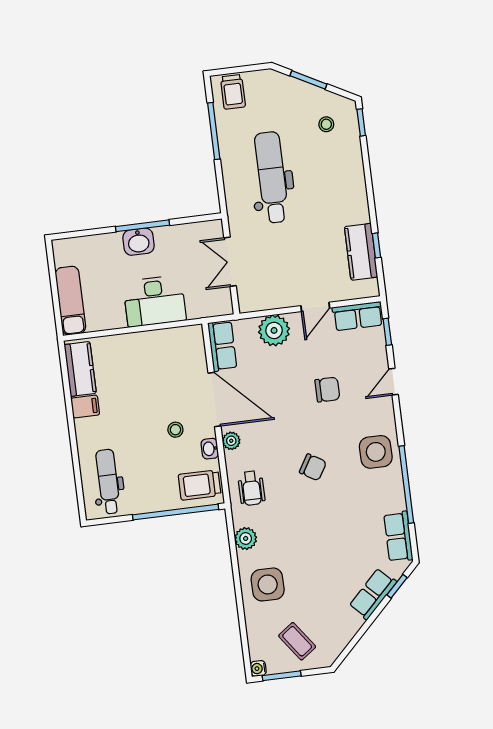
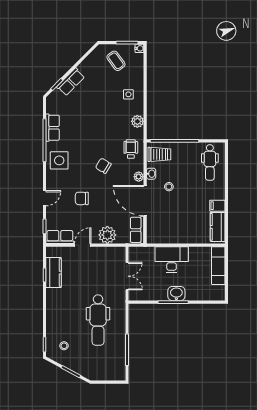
trolley: (233, 92) -> (114, 370), removed
chair: (313, 467) -> (103, 166), moved
row of seats: (398, 537) -> (53, 128), moved
side table: (268, 584) -> (128, 94), width x0.54, depth x0.54

